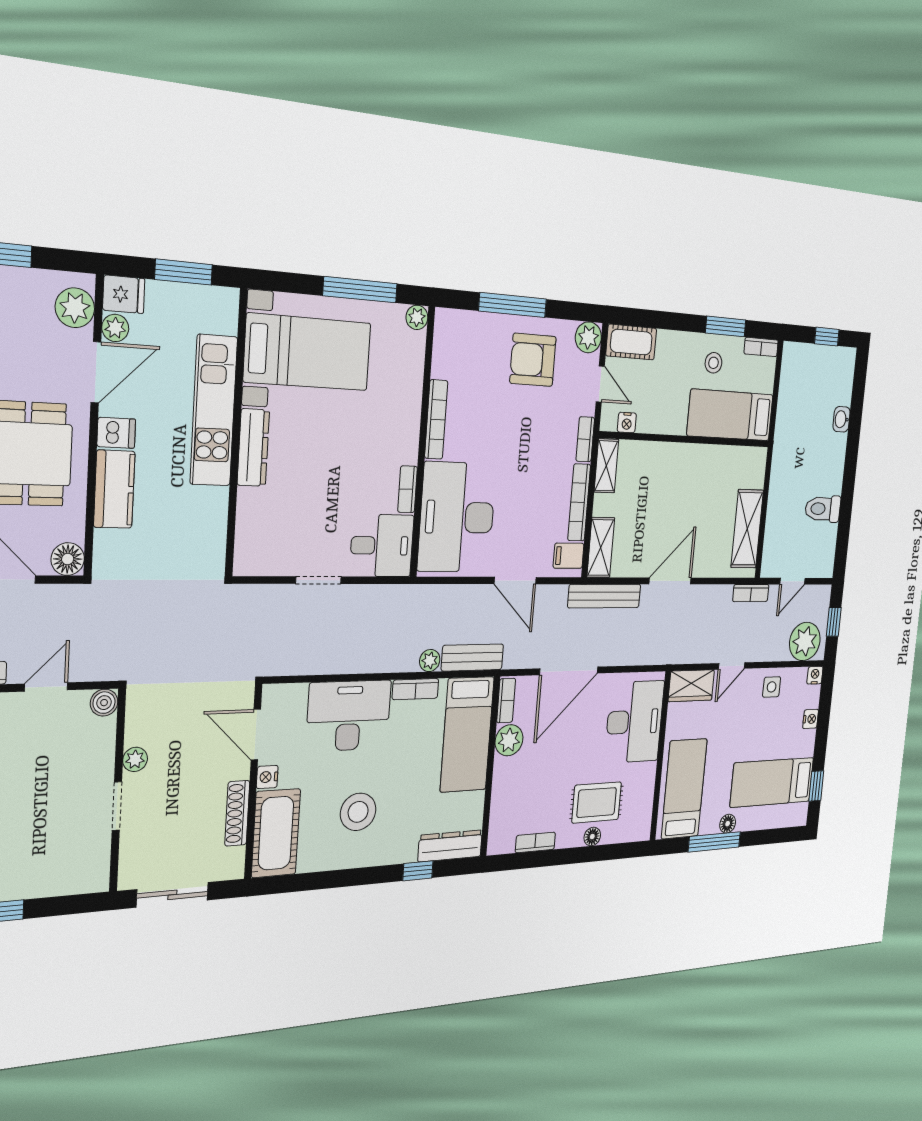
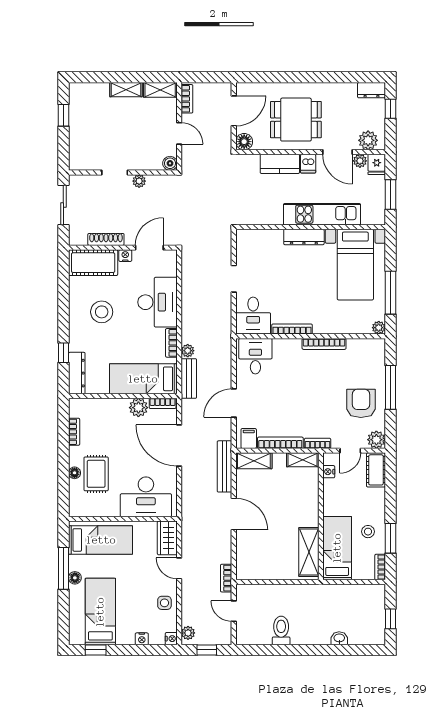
bookcase: (407, 489) -> (292, 329), width x1.56
desk: (457, 517) -> (255, 356), width x0.53, depth x0.77
shelving: (747, 529) -> (309, 552), moved, turned 90
plant: (805, 641) -> (188, 633), width x0.53, depth x0.53

